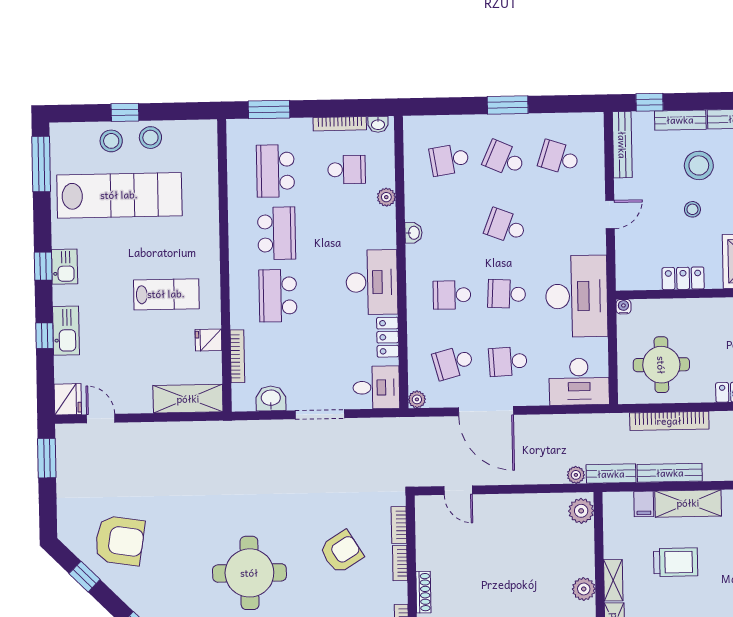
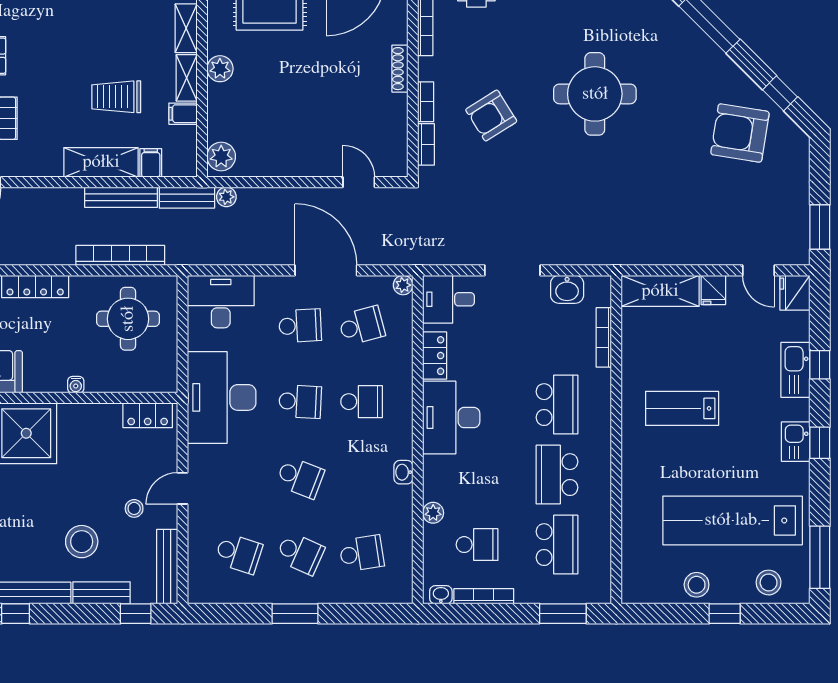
stool: (111, 141) -> (769, 583), moved
school desk: (347, 170) -> (477, 545), turned 180
stool: (692, 209) -> (134, 508), moved
locker: (683, 278) -> (148, 415), moved
water cooler: (623, 307) -> (76, 385), moved
fridge: (208, 340) -> (713, 290), moved, turned 90
filing cabinet: (616, 548) -> (183, 114), added

